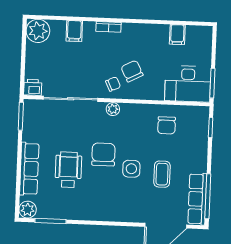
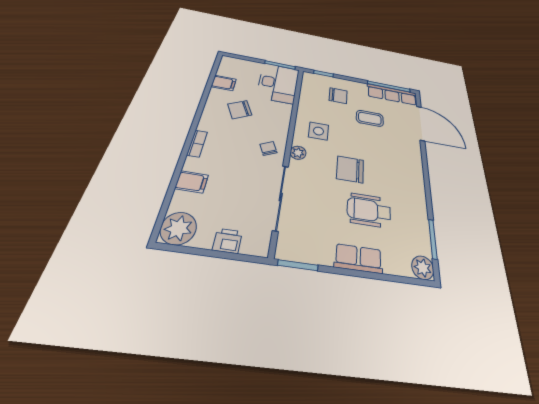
chair: (132, 71) -> (240, 110), moved
printer: (33, 87) -> (228, 241), moved, turned 90
chair: (167, 125) -> (338, 96), moved
row of seats: (29, 169) -> (358, 258), width x0.68
side table: (131, 169) -> (318, 131), moved

